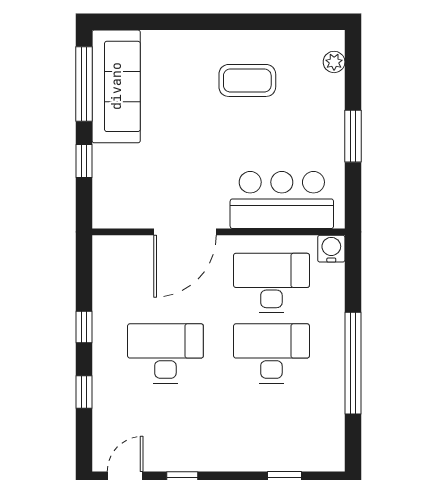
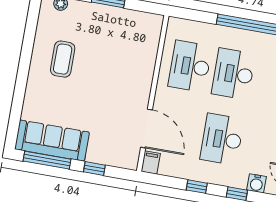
bar counter: (282, 200) -> (140, 51), removed
door: (185, 232) -> (147, 129), moved
filing cabinet: (109, 248) -> (151, 163), added
water cooler: (331, 249) -> (257, 183), moved, turned -90

